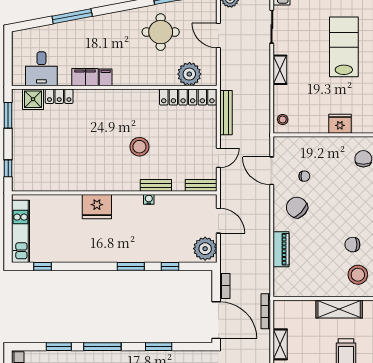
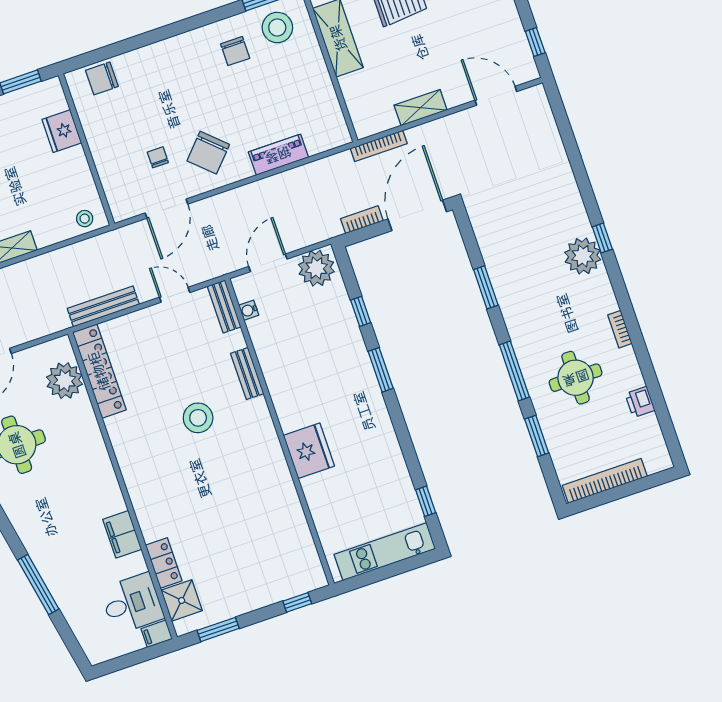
filing cabinet: (106, 77) -> (157, 634), moved
water cooler: (149, 199) -> (249, 310), moved

